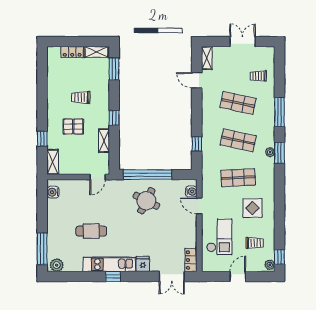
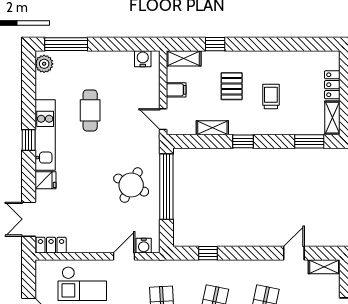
filing cabinet: (76, 167) -> (176, 90), added

